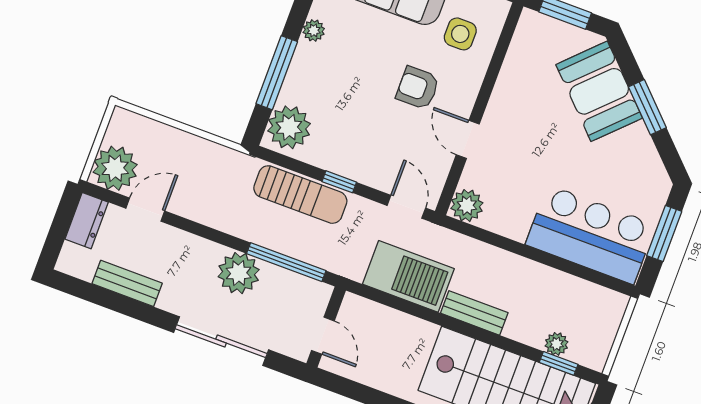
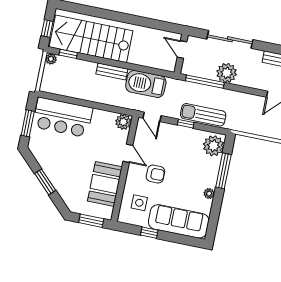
booth: (599, 91) -> (105, 184), moved, turned 45
plant: (557, 344) -> (51, 59), moved

